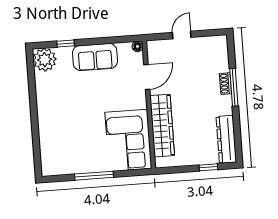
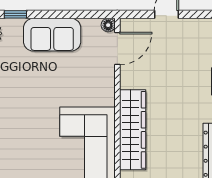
door: (147, 77) -> (117, 48), moved

